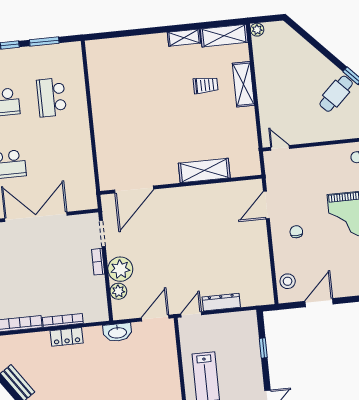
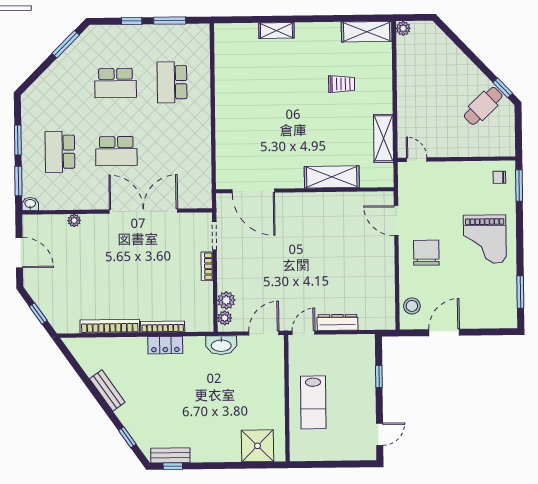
shelving: (184, 38) -> (276, 31), moved
shelving: (243, 84) -> (383, 138), moved
door: (134, 190) -> (253, 191), hinge flipped
door: (266, 205) -> (396, 221), hinge flipped
chair: (296, 232) -> (426, 253), width x1.87, depth x1.87
plant: (120, 269) -> (225, 318), moved, width x0.53, depth x0.53

